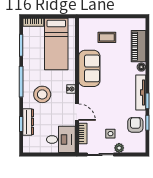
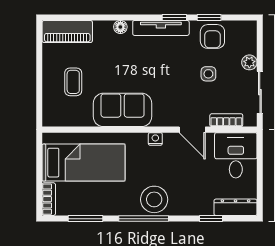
piano: (139, 46) -> (67, 32), moved
stool: (42, 94) -> (154, 199), moved
door: (77, 112) -> (192, 130), swing flipped
dresser: (28, 122) -> (236, 207), moved
armchair: (135, 125) -> (212, 36), turned -90
side table: (110, 134) -> (208, 74), moved

